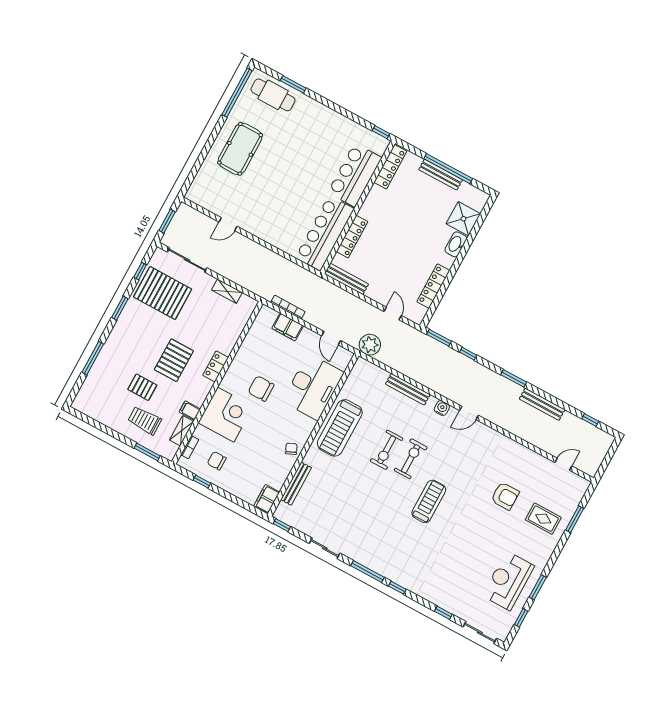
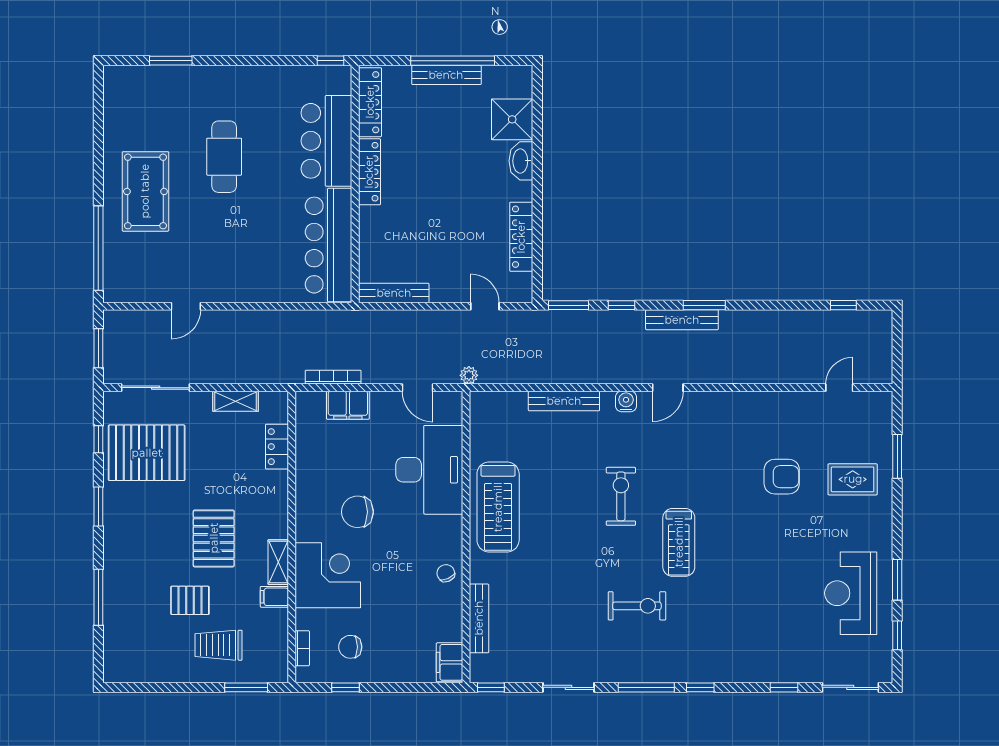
window: (237, 93) -> (98, 248), moved
cafe table: (273, 95) -> (224, 157), moved, turned 90
locker: (352, 237) -> (369, 172), moved
plant: (370, 345) -> (469, 375), width x0.53, depth x0.53
locker: (216, 366) -> (277, 447), moved
bench: (542, 404) -> (682, 320), moved
shelving: (182, 431) -> (278, 562), moved
exercise bike: (387, 450) -> (637, 606), moved, turned -90
treadmill: (429, 501) -> (679, 542), turned 180

